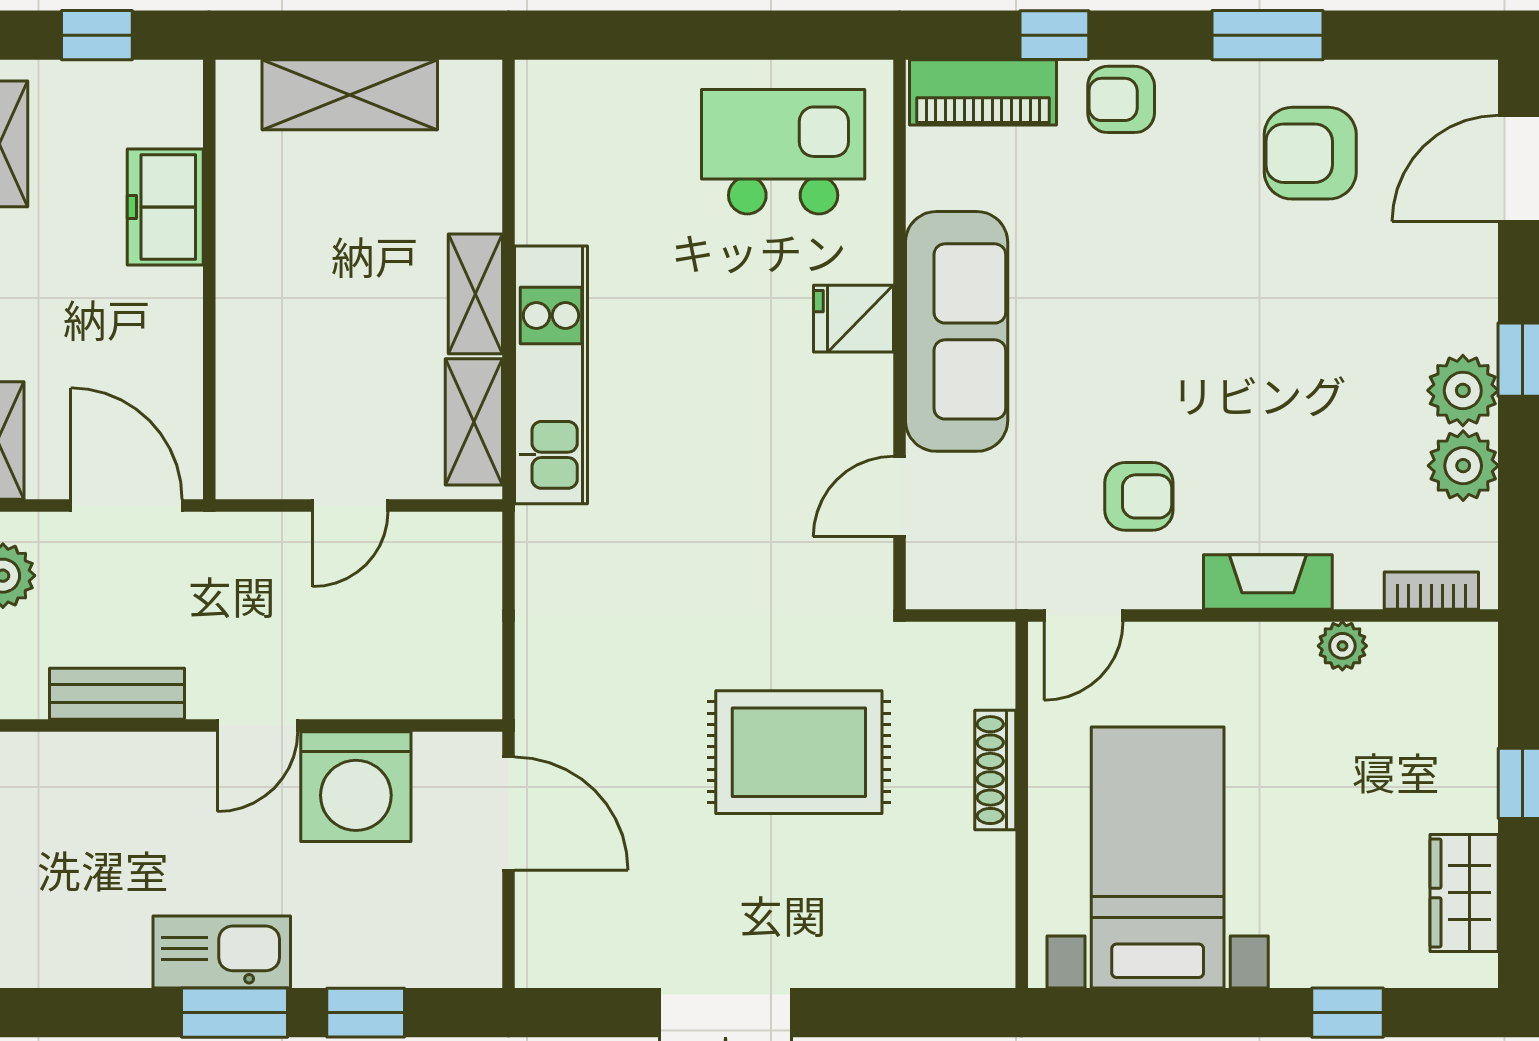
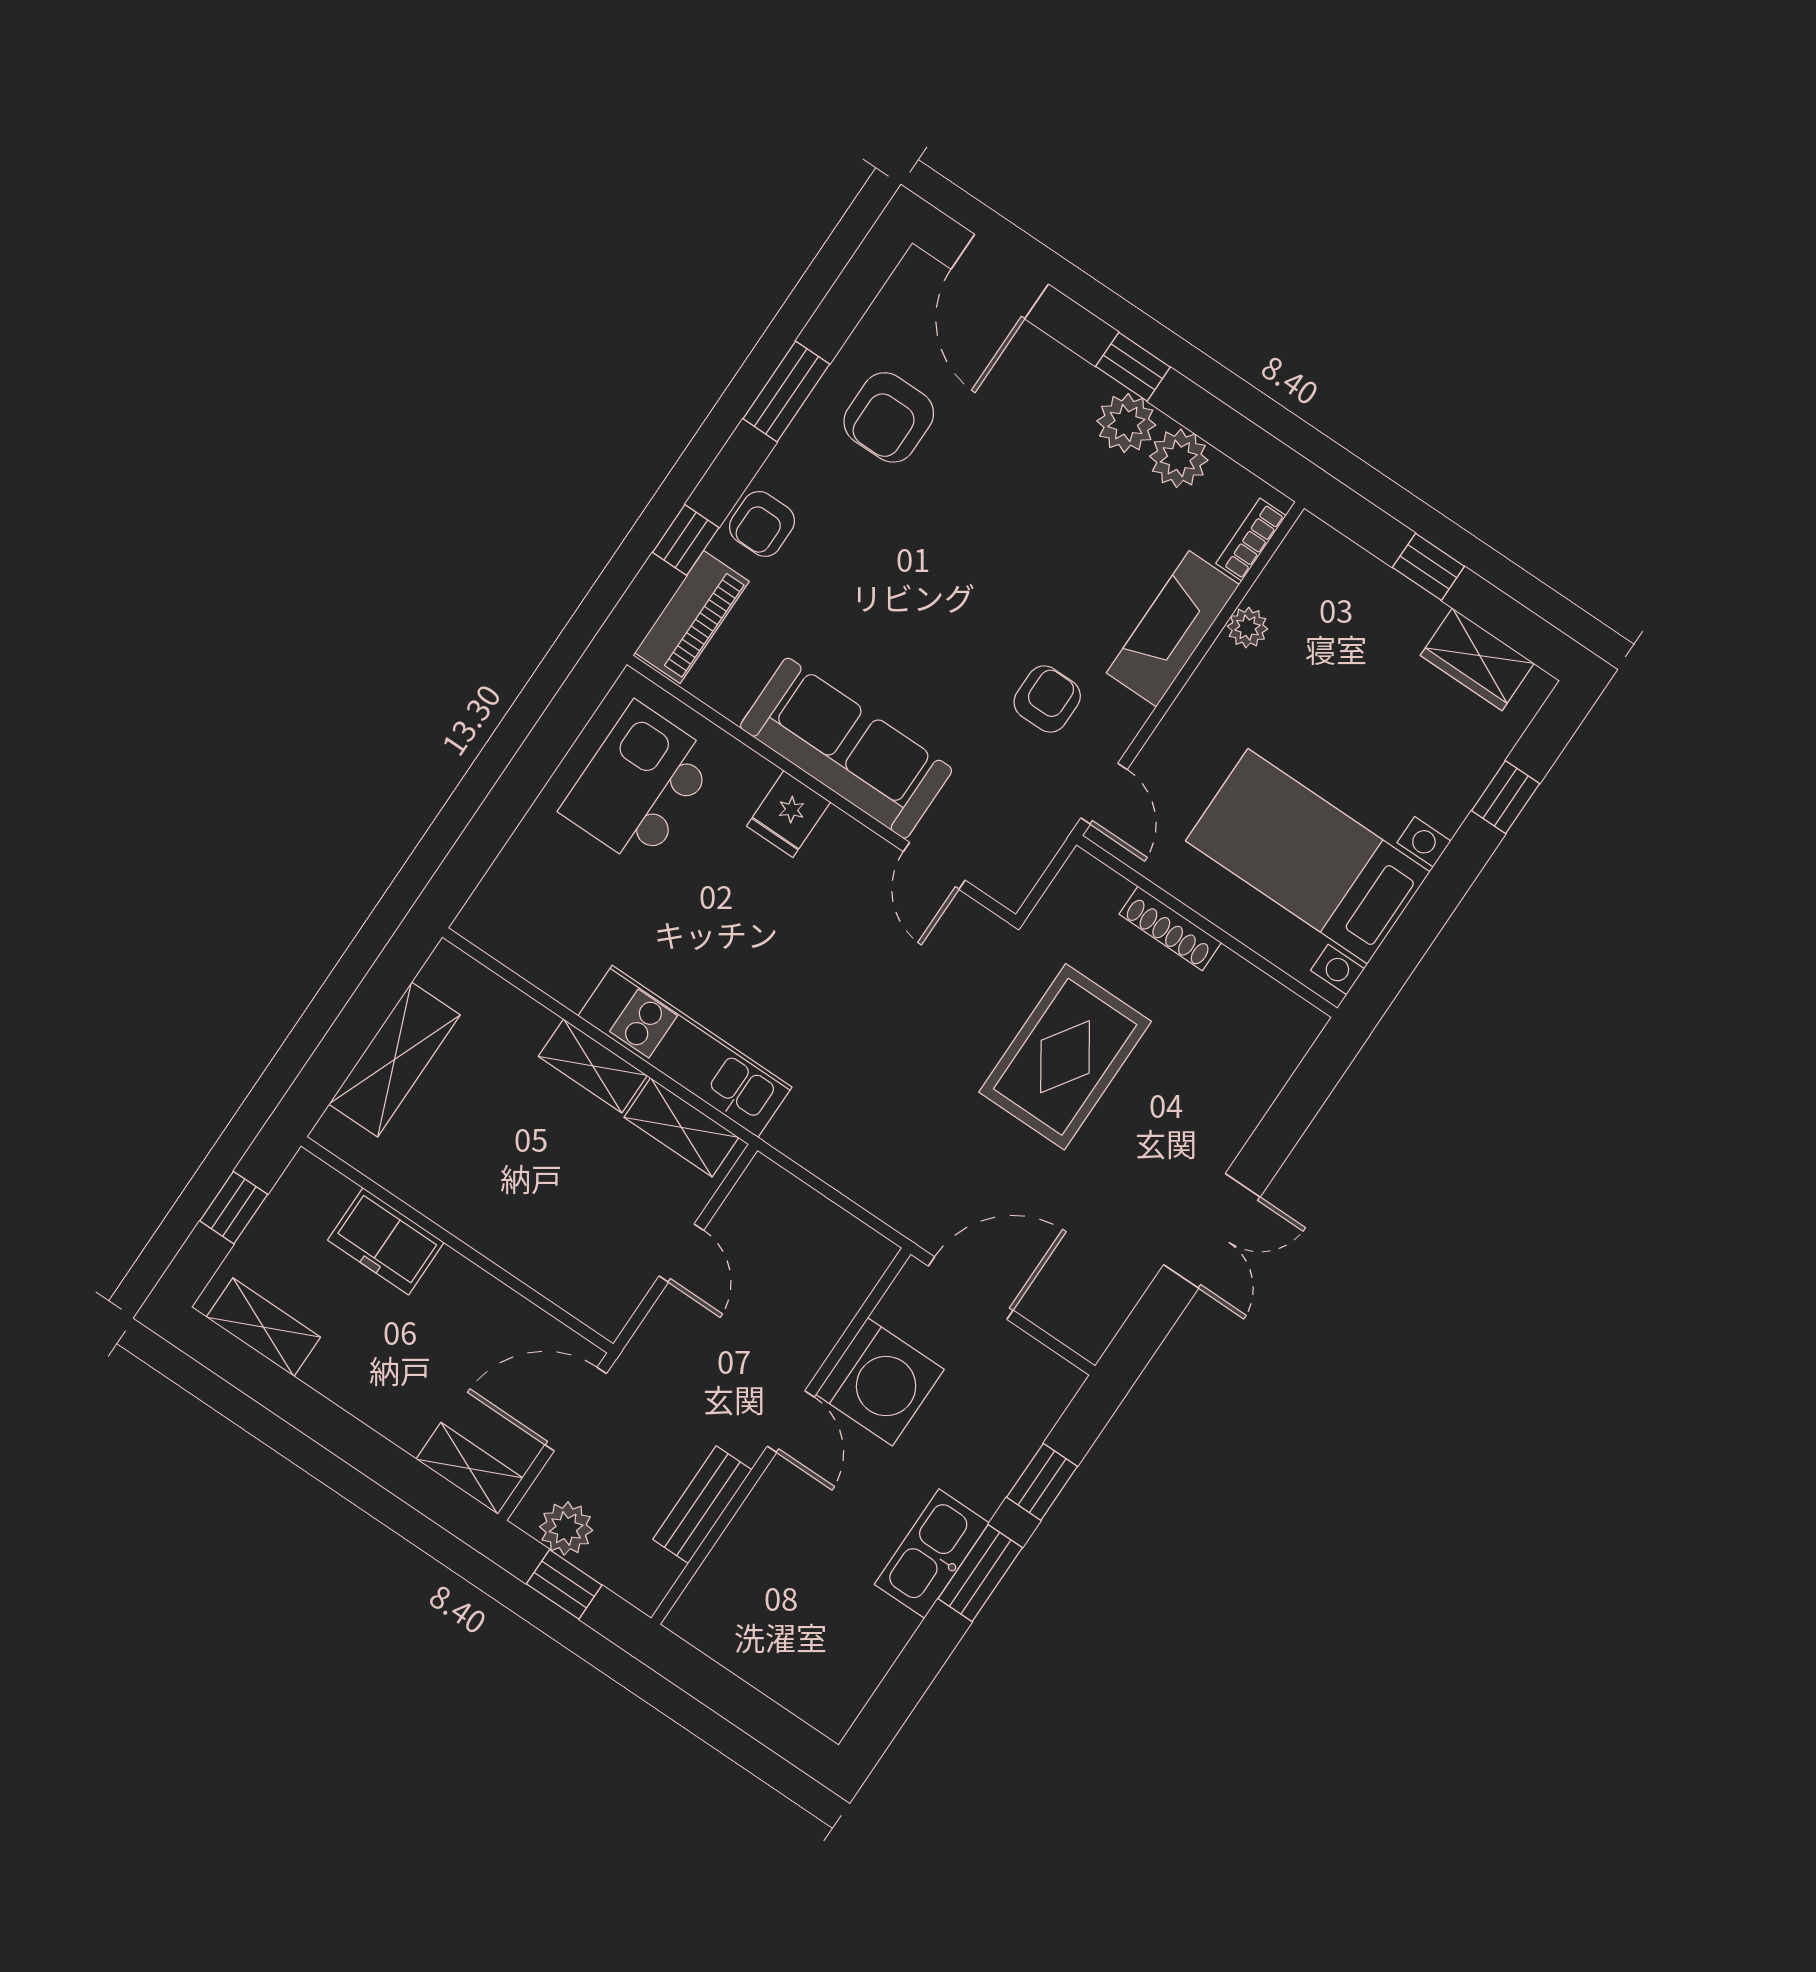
fireplace: (1268, 582) -> (1173, 629), width x1.37, depth x1.32

